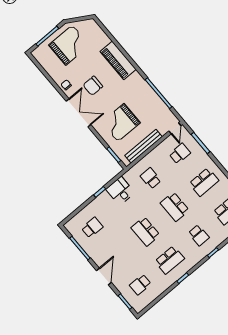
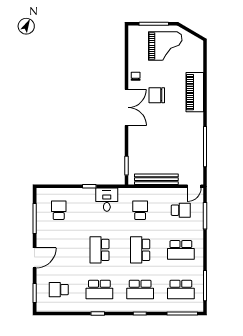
grand piano: (121, 123) -> (154, 145), removed
school desk: (92, 228) -> (59, 210), turned -90
school desk: (199, 235) -> (140, 290), width x1.85

